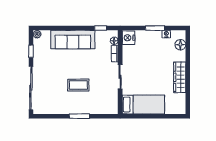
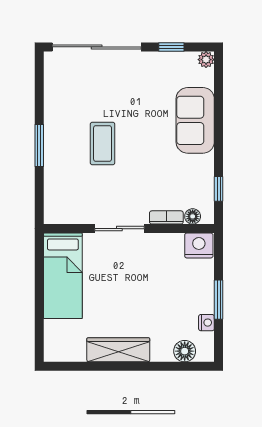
sofa: (73, 40) -> (195, 120), width x0.73

